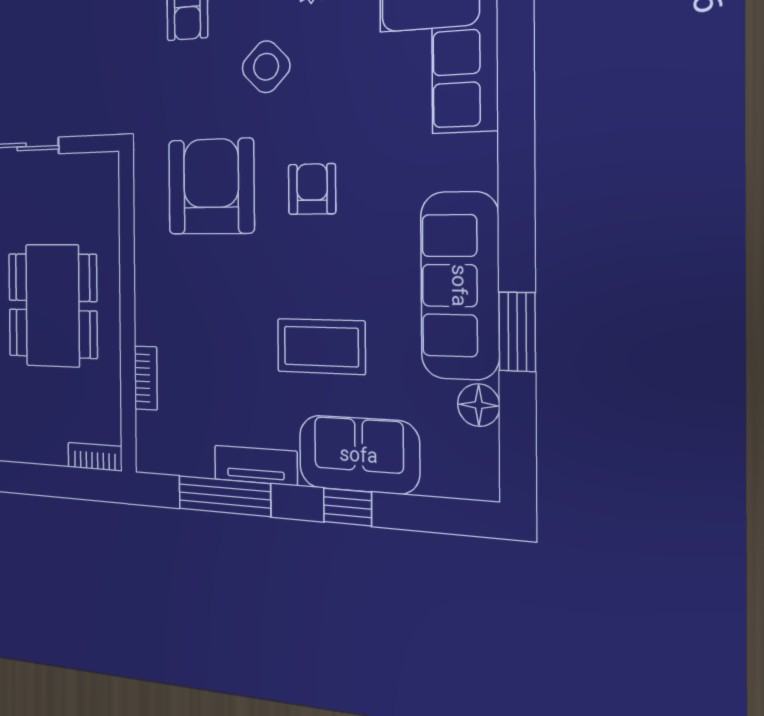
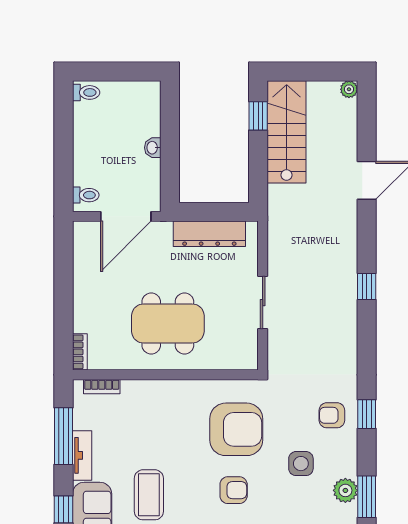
side table: (266, 67) -> (301, 464), turned 45
bookcase: (146, 378) -> (102, 387), moved

